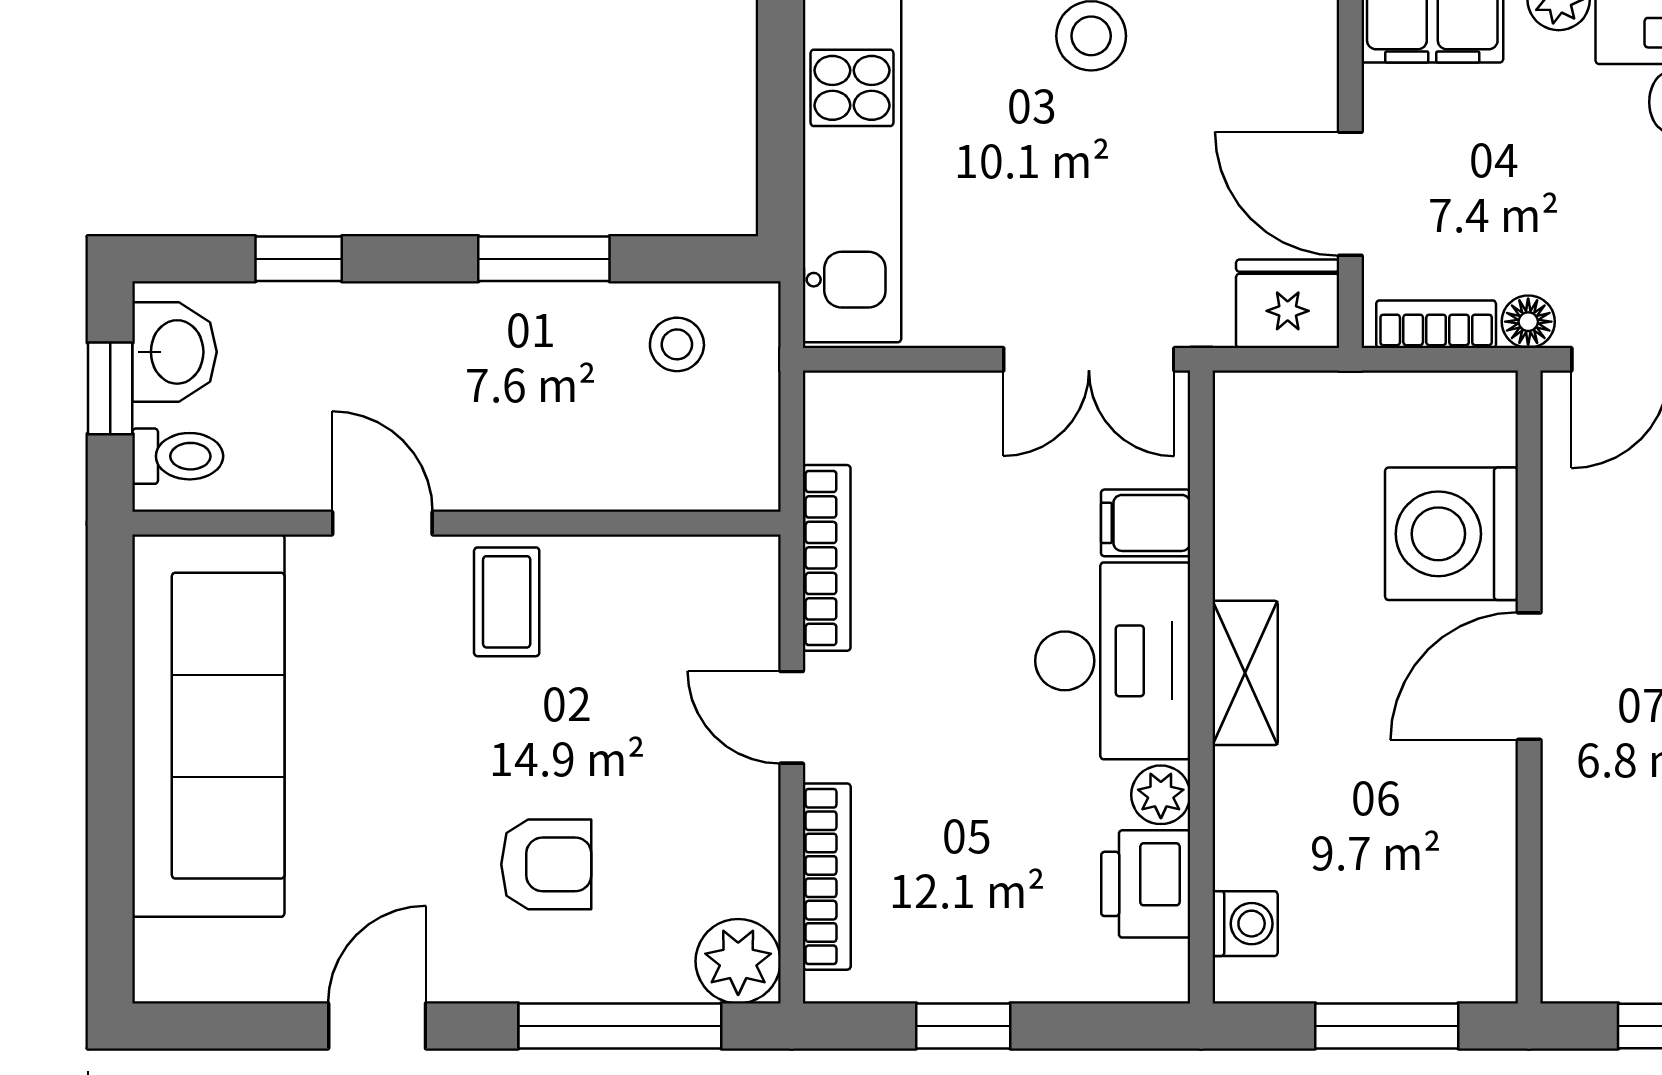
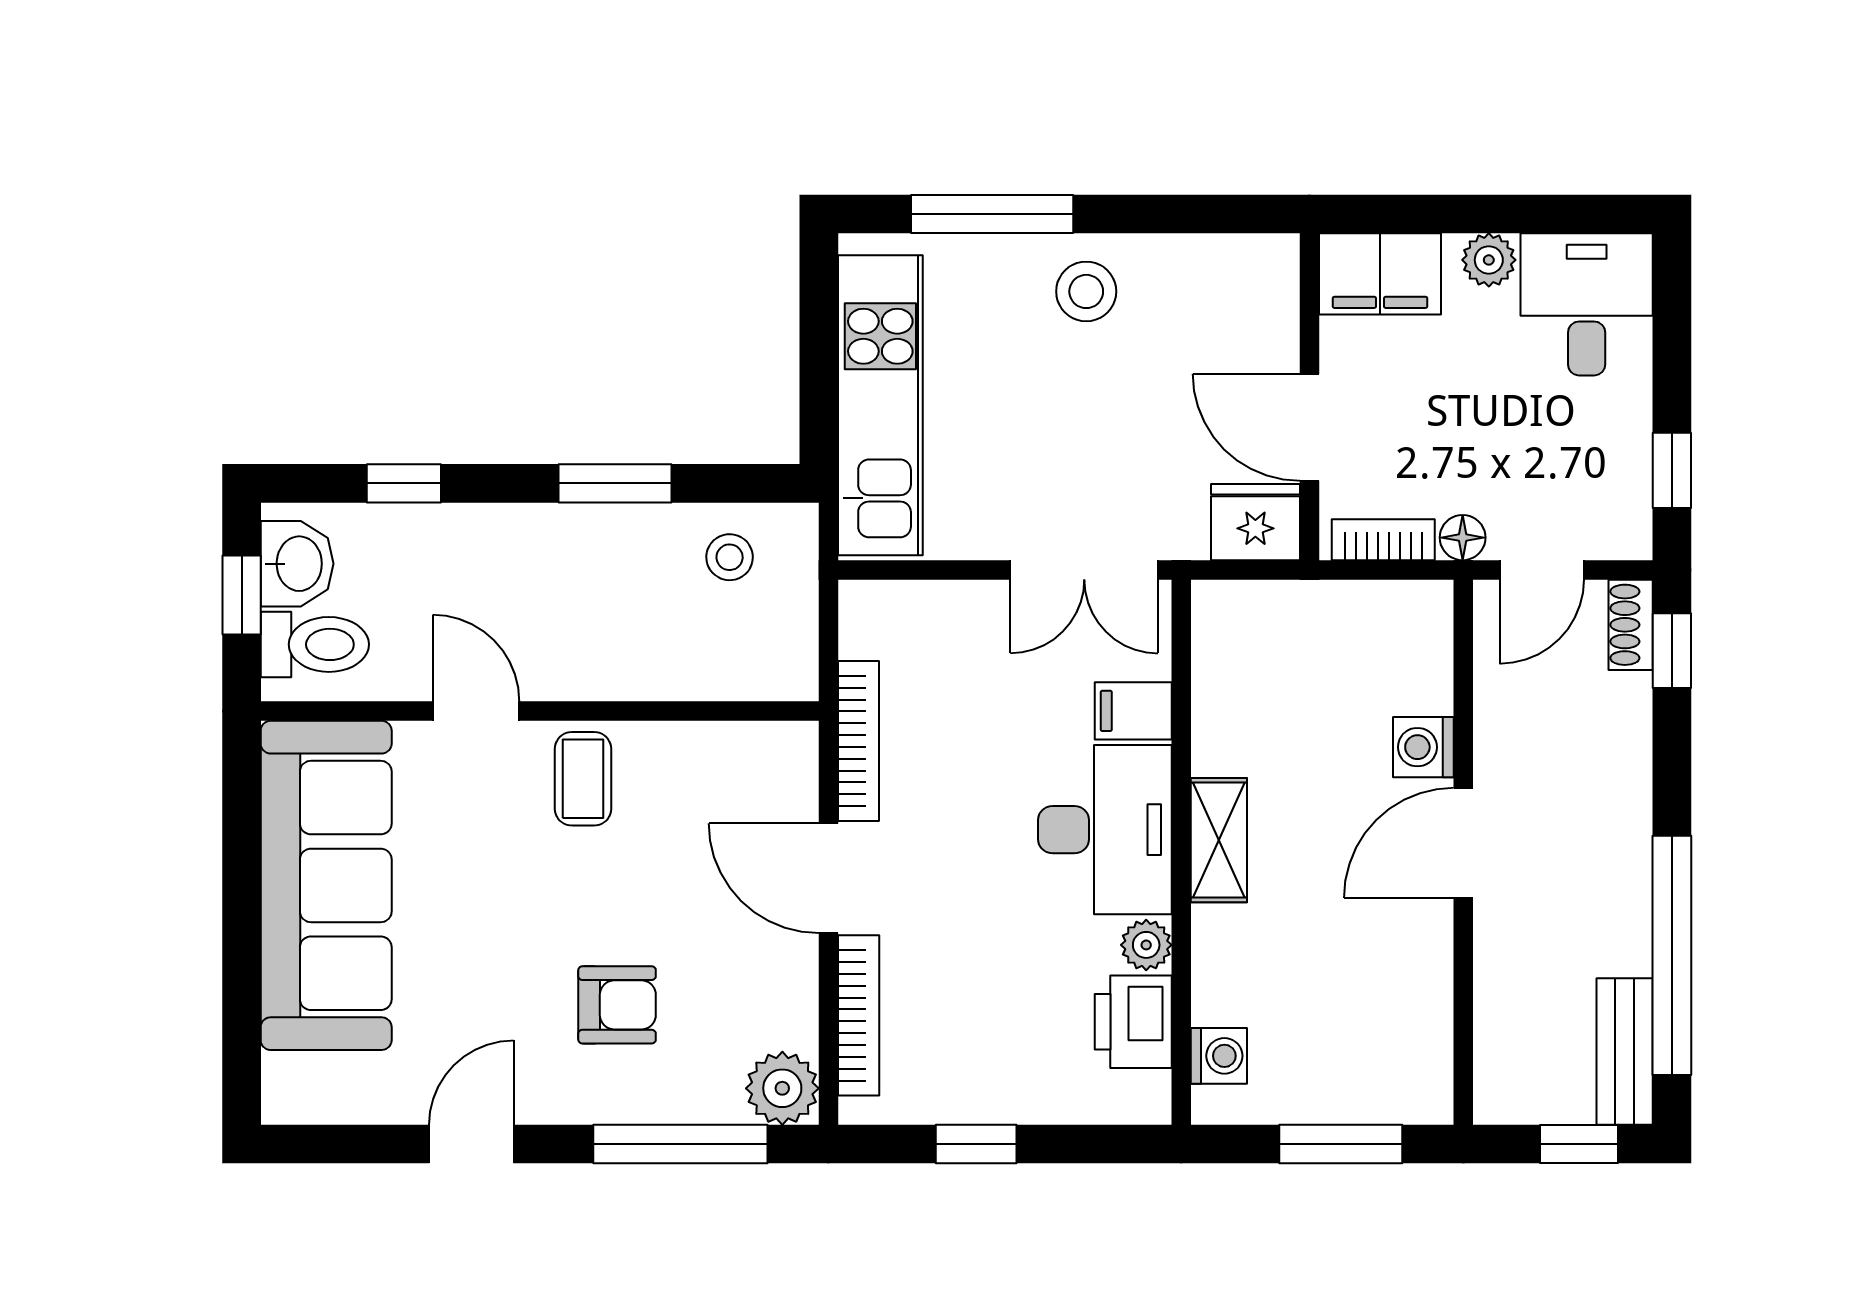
toilet: (178, 456) -> (315, 644), width x1.37, depth x1.39
washing machine: (1452, 534) -> (1423, 747), width x0.53, depth x0.53
door: (792, 717) -> (828, 878), width x1.38

